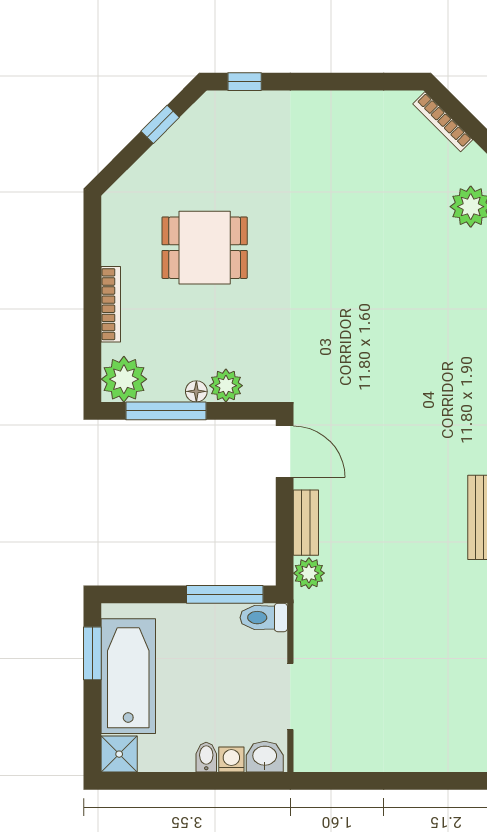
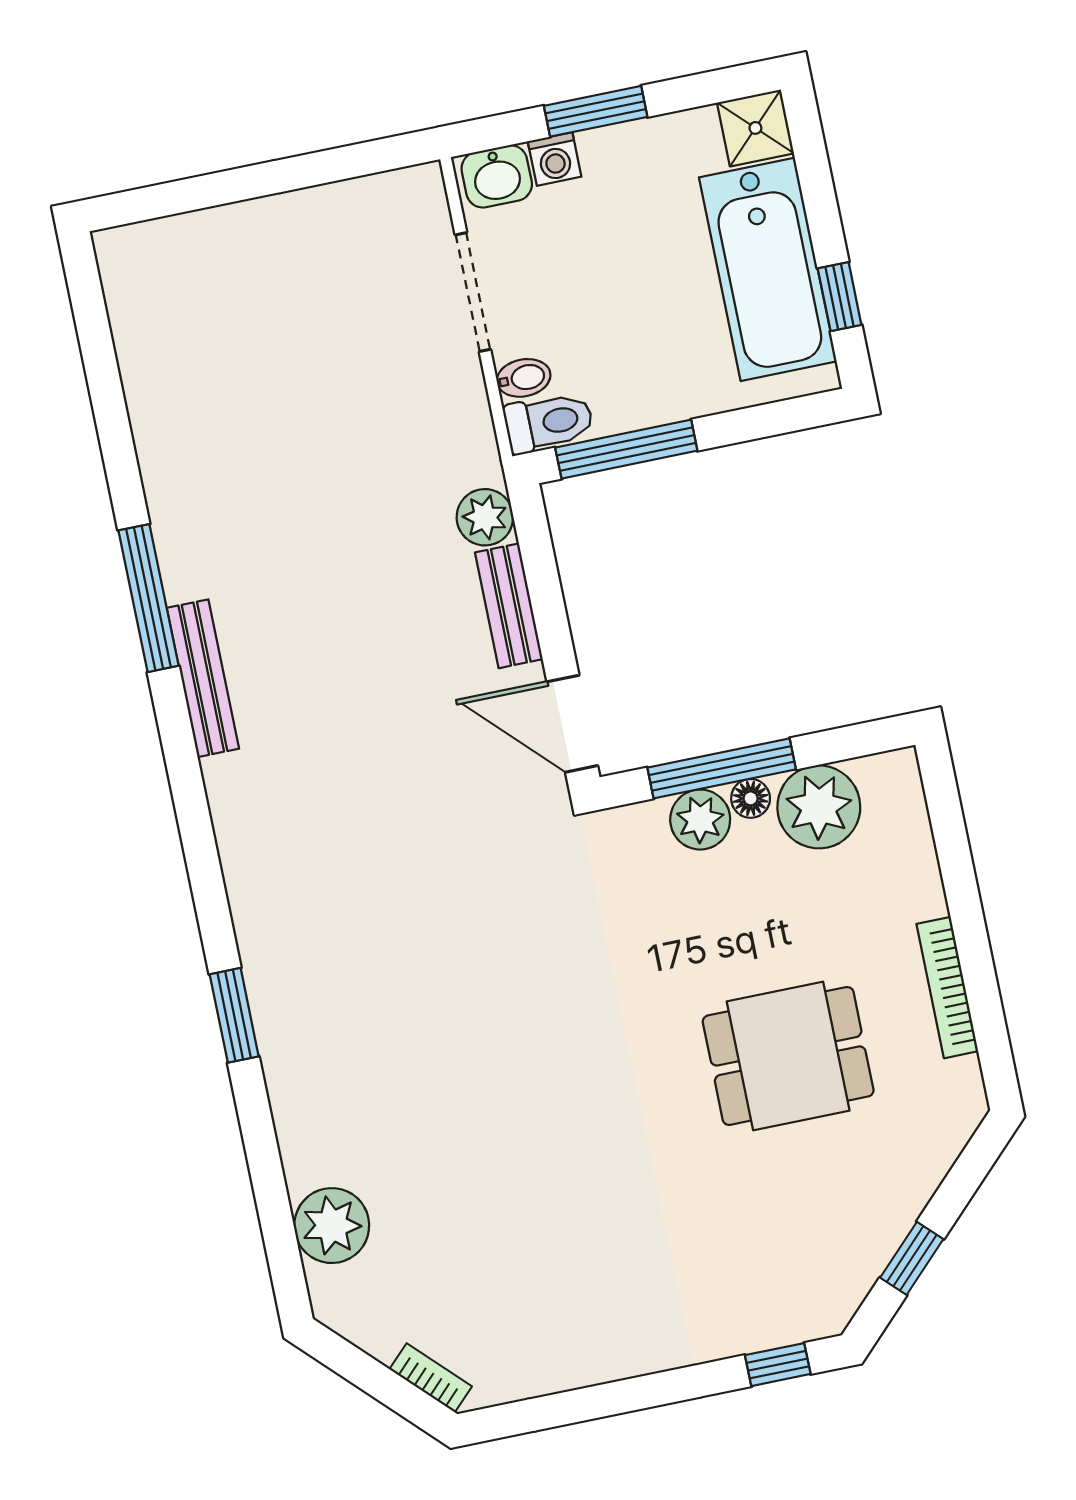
bookcase: (443, 122) -> (431, 1378), width x0.64
bookcase: (111, 304) -> (947, 988), moved
plant: (124, 379) -> (819, 807), moved
window: (166, 411) -> (722, 768), moved
window: (92, 653) -> (840, 297), width x0.67
bidet: (206, 757) -> (524, 378), moved, turned -90
window: (204, 781) -> (596, 111), added

